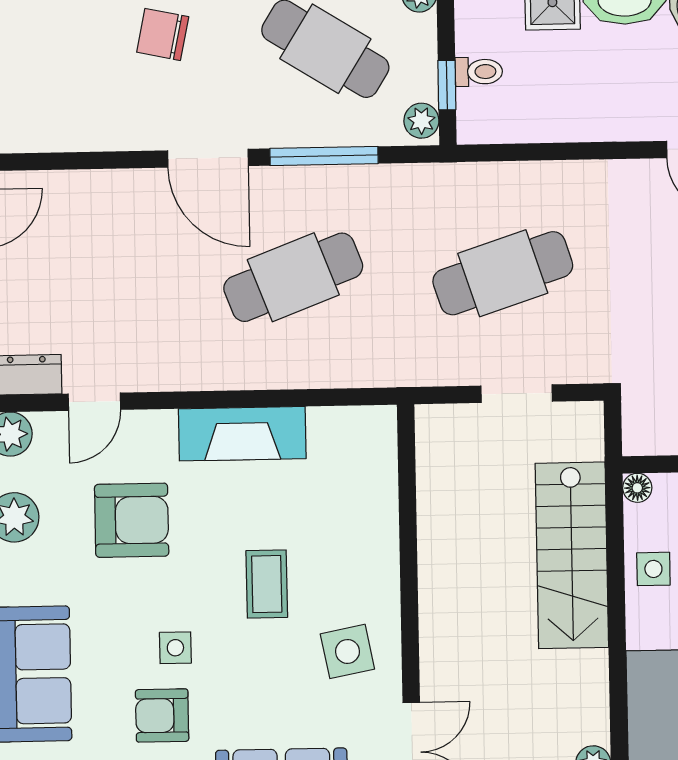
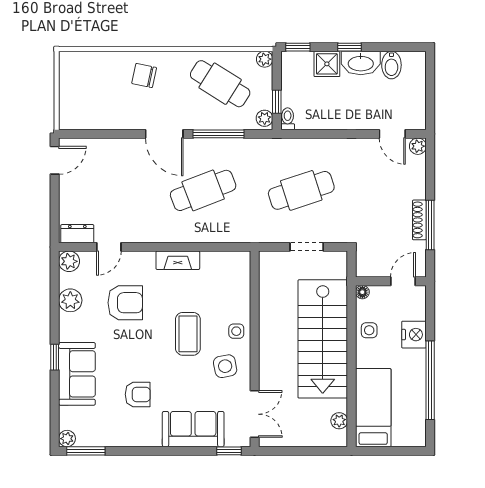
toilet: (479, 72) -> (288, 119), moved, turned -90
fireplace: (242, 434) -> (178, 260), width x0.73, depth x0.76
stairs: (572, 555) -> (323, 339), width x1.36, depth x1.51
coffee table: (267, 584) -> (188, 334), width x1.36, depth x1.30
side table: (175, 648) -> (236, 331), moved
armchair: (162, 716) -> (138, 394), turned 180

